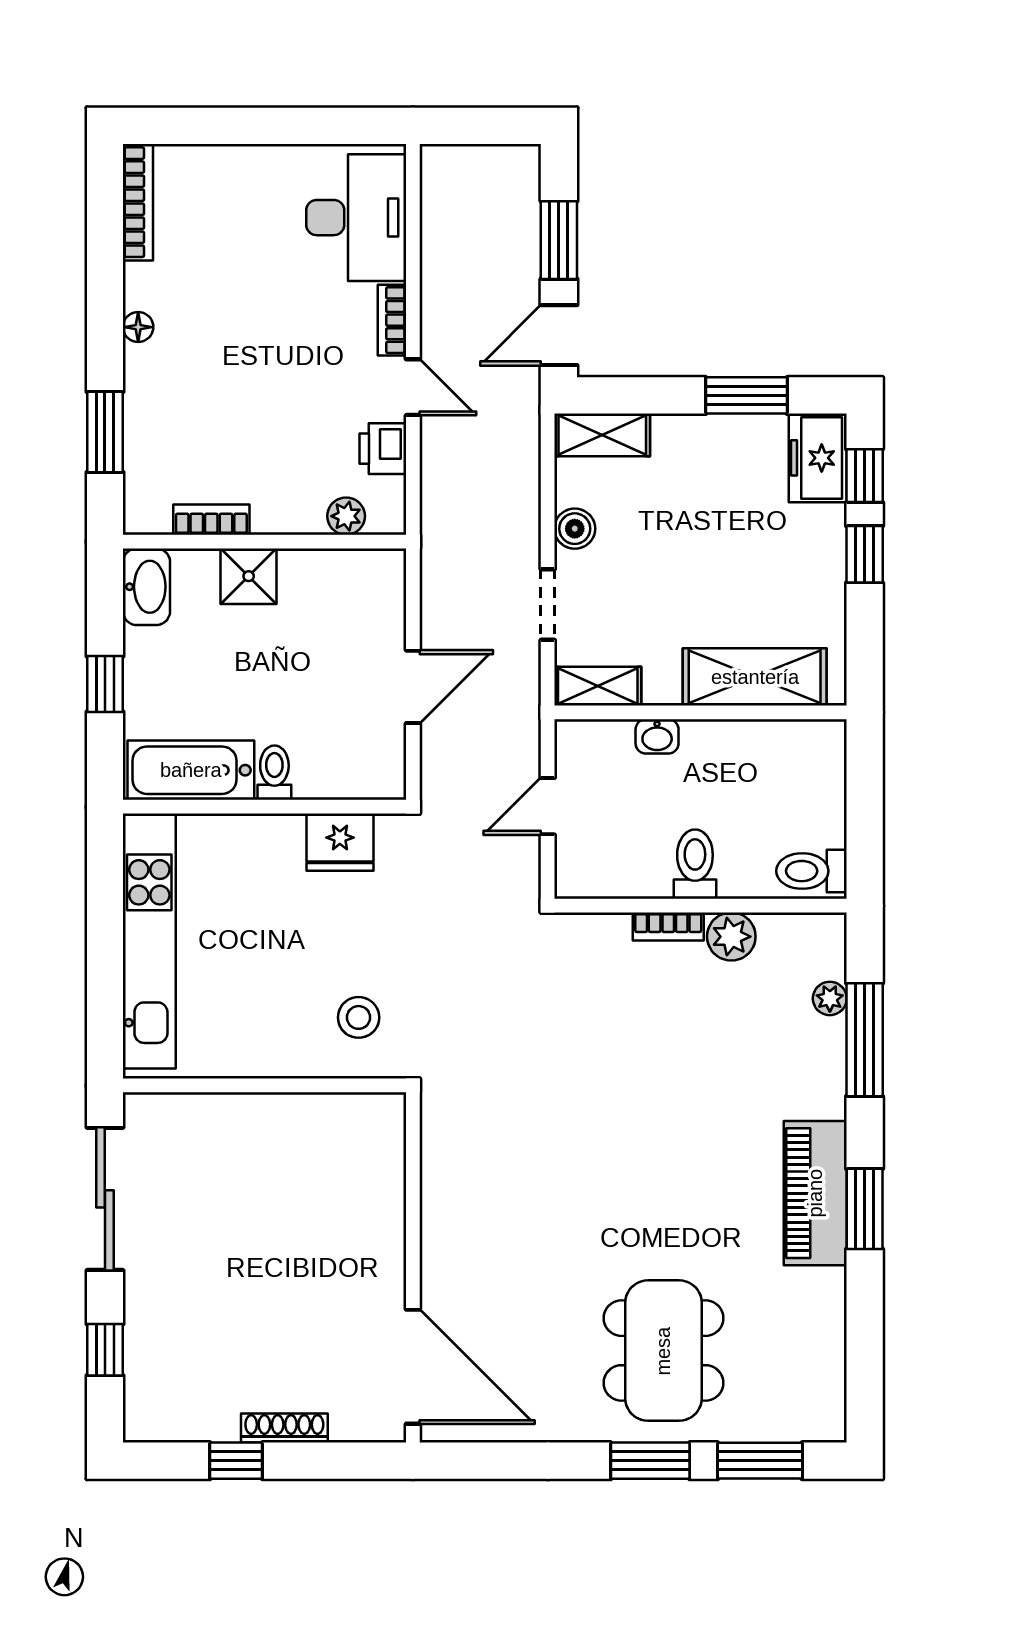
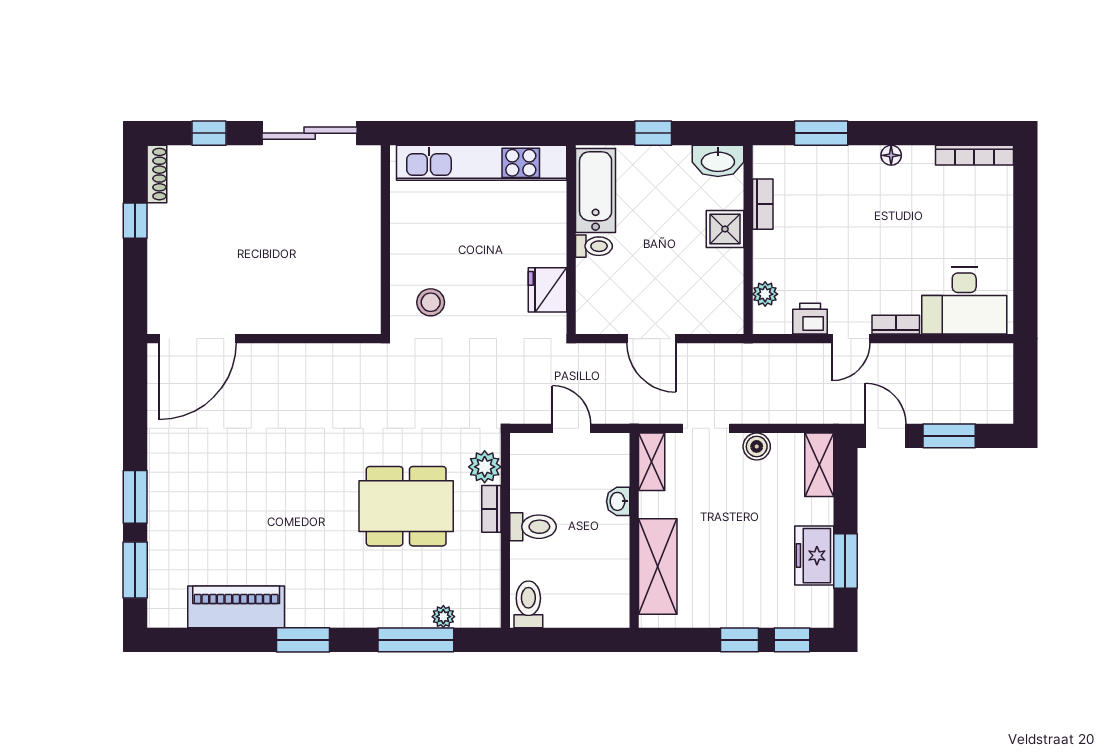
freezer: (818, 458) -> (814, 556), moved, turned -90
plant: (731, 937) -> (485, 467), moved
piano: (815, 1193) -> (236, 607), moved
dining table: (663, 1351) -> (406, 506), moved
shoe rack: (284, 1428) -> (157, 174), moved

